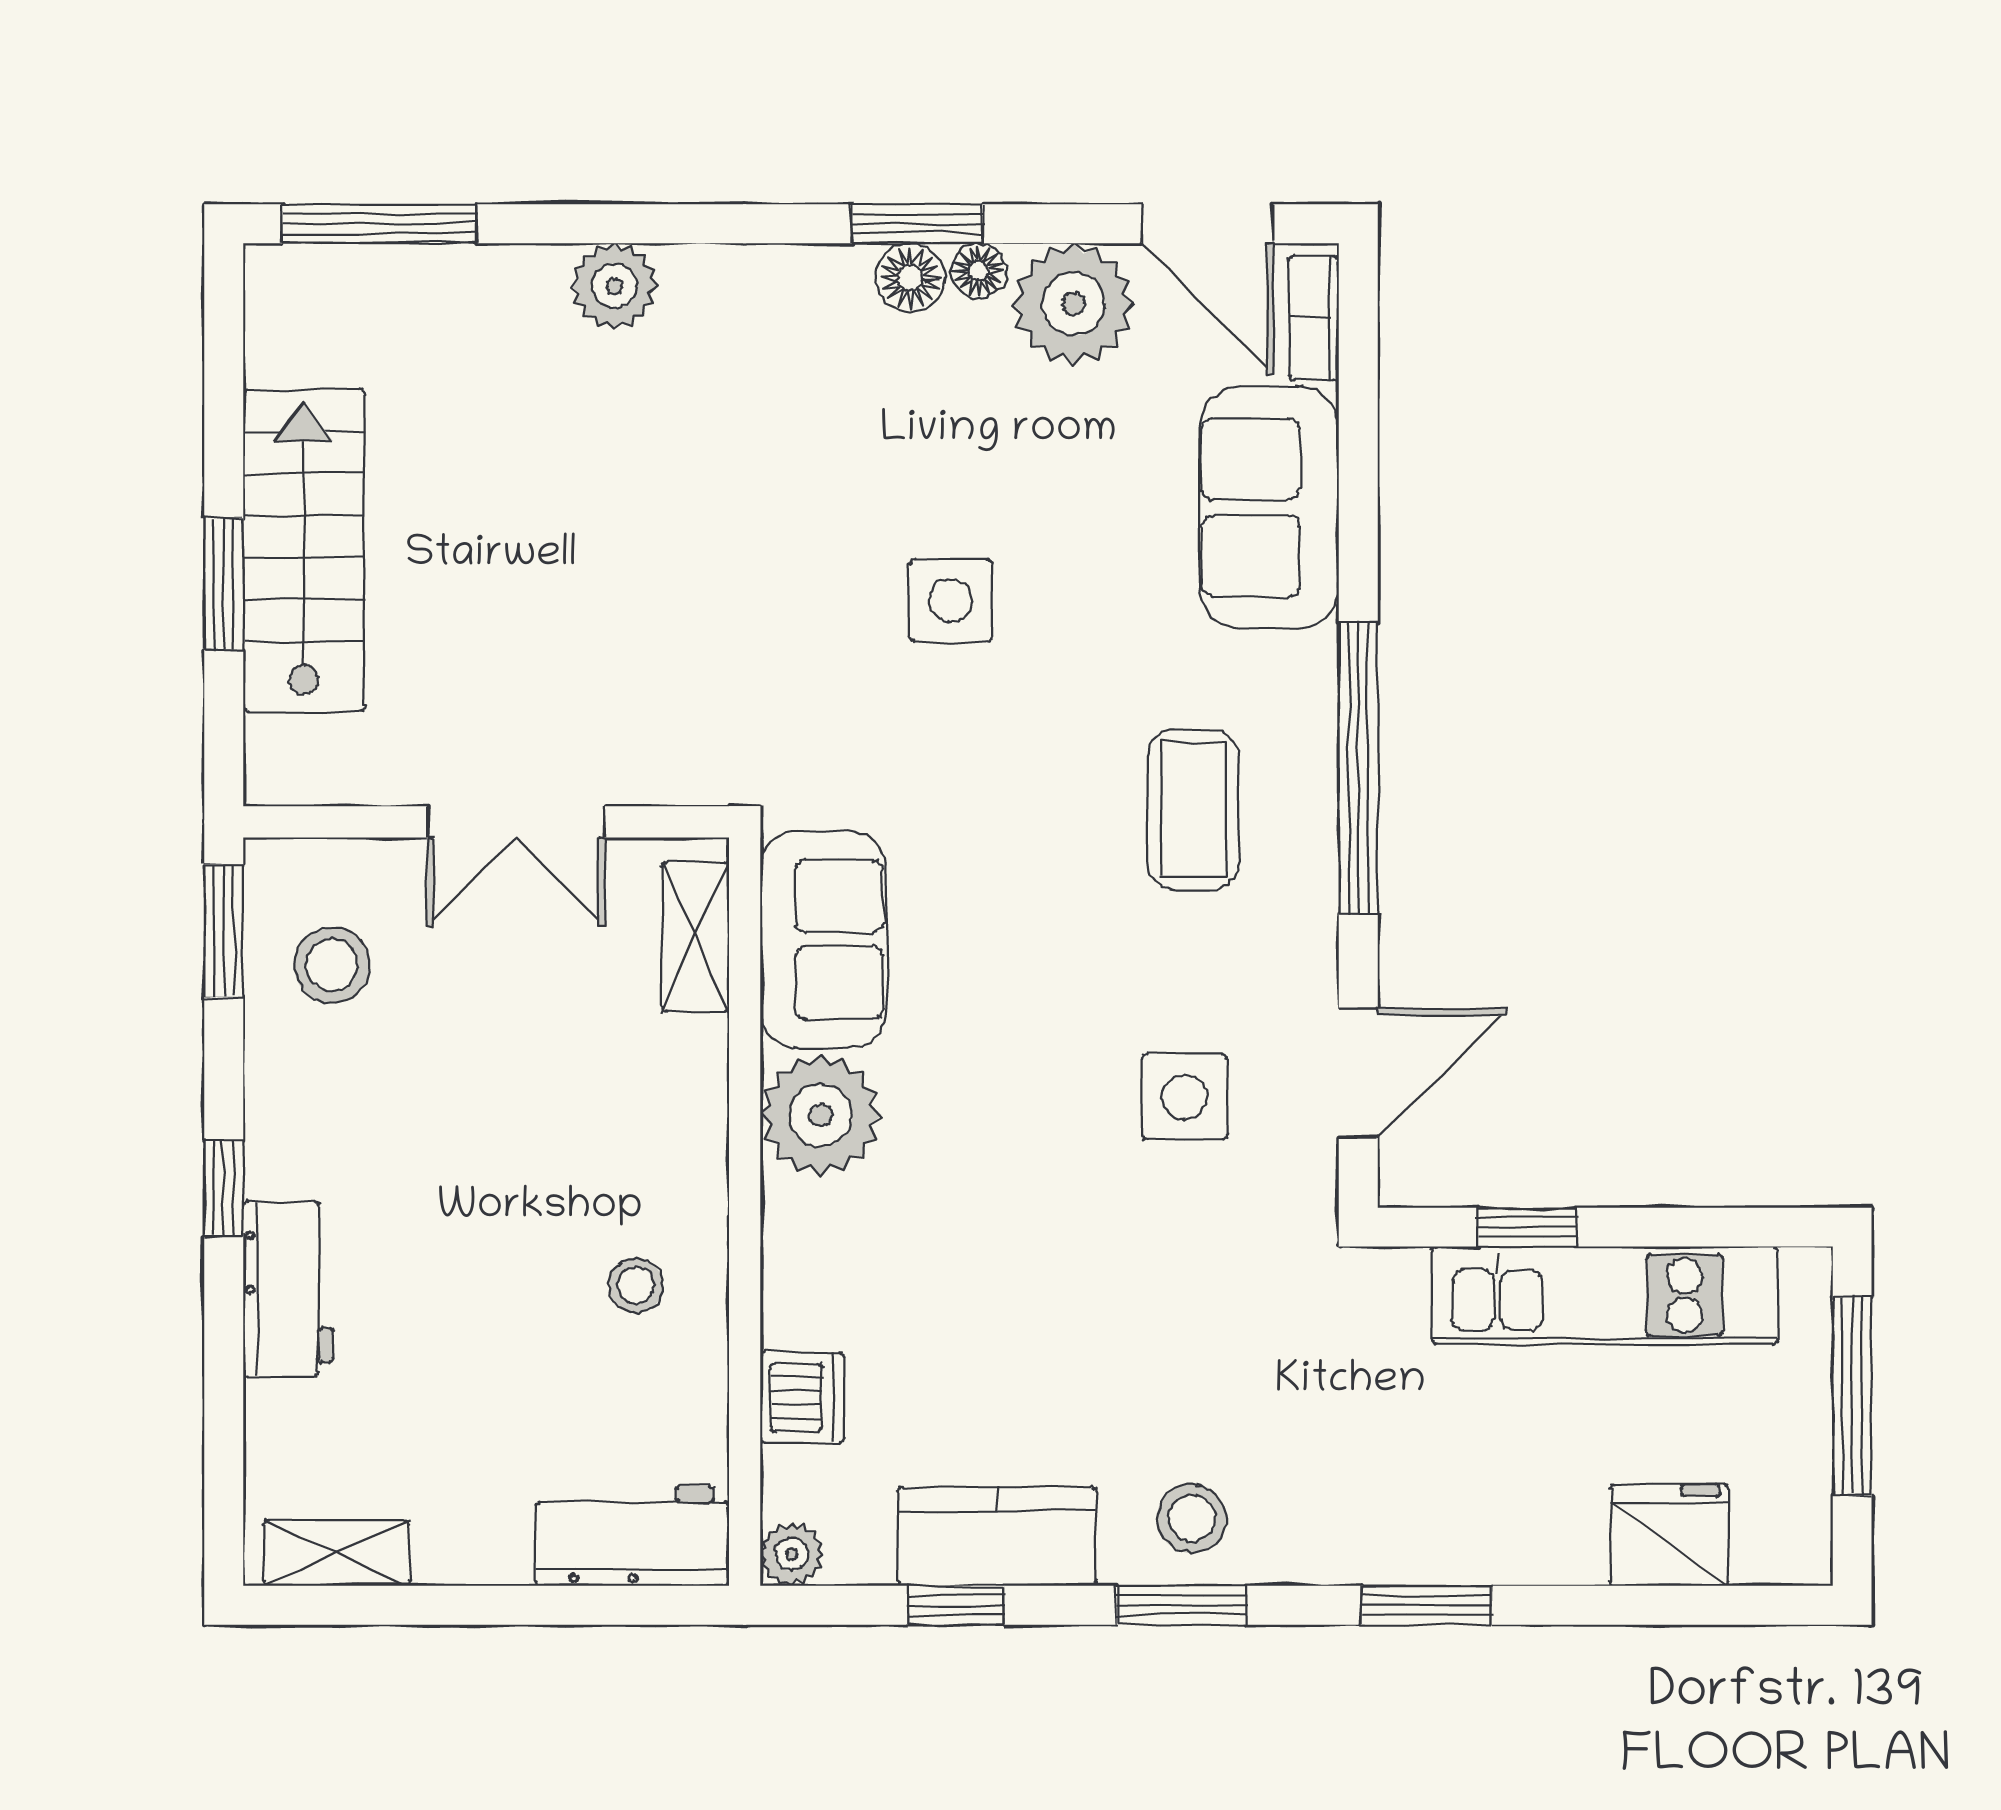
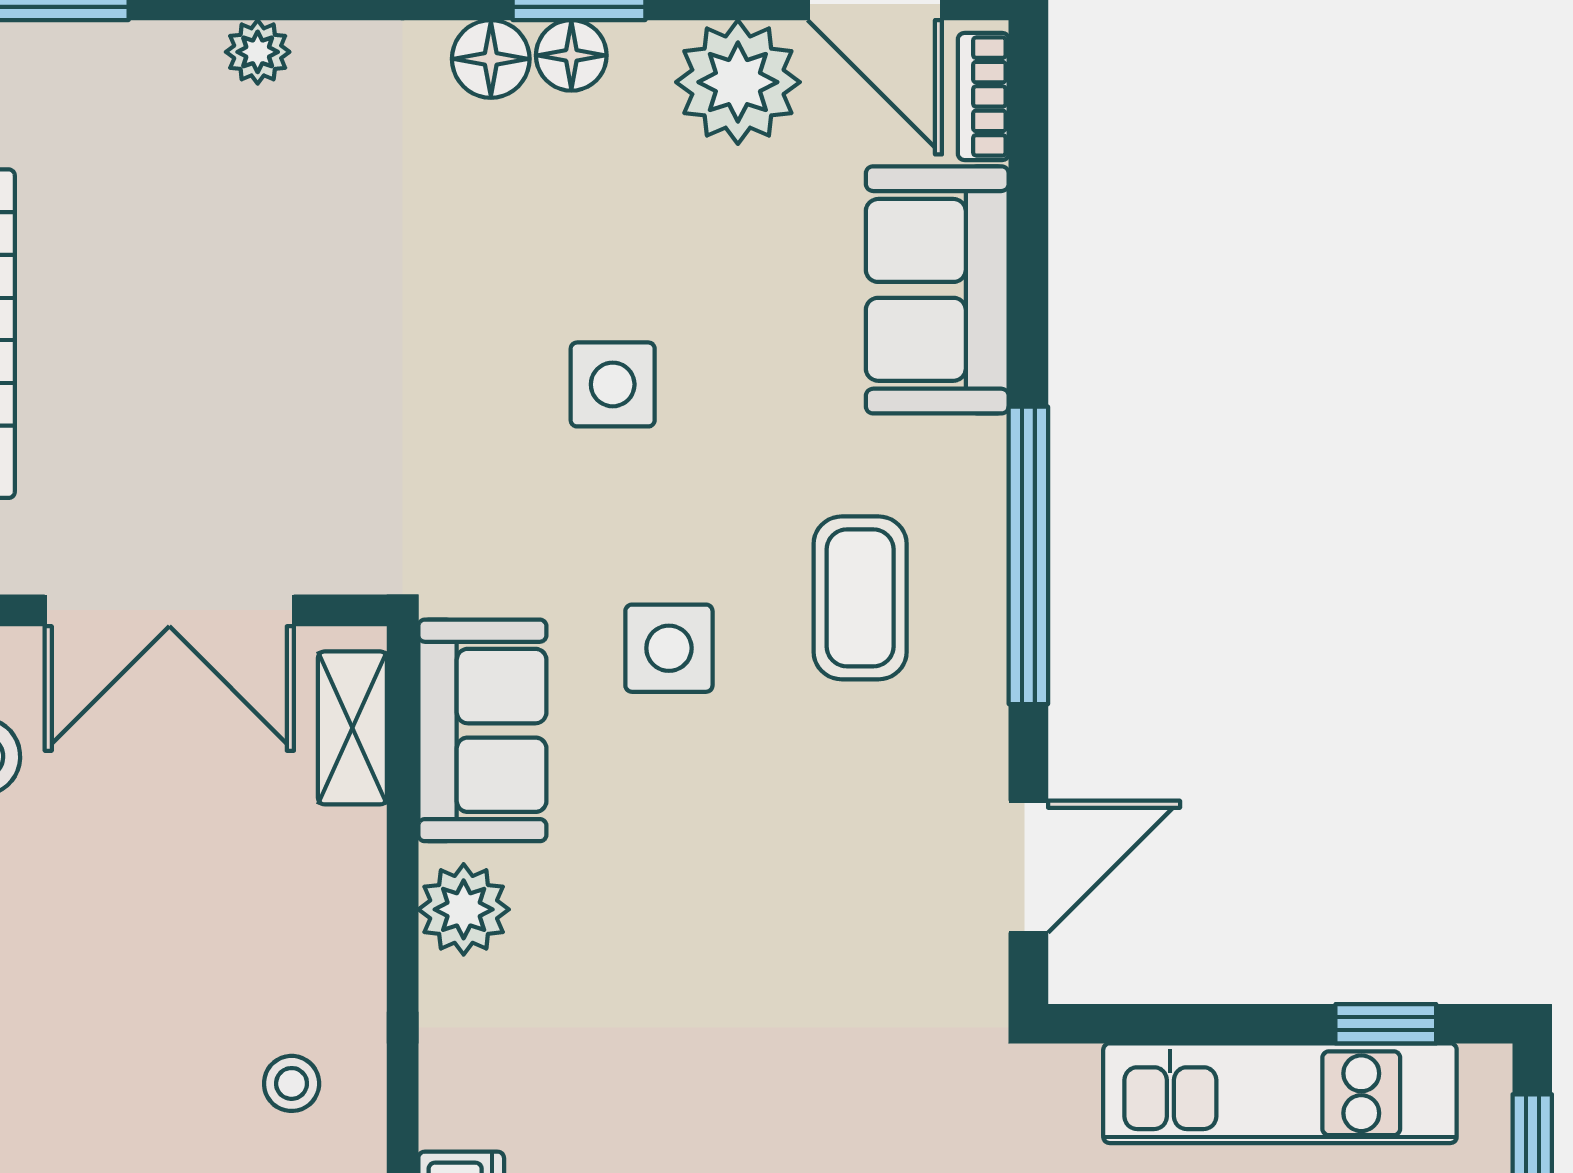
floor lamp: (979, 271) -> (491, 59), moved, width x1.37, depth x1.37
plant: (614, 286) -> (258, 52), width x0.73, depth x0.73
double door: (516, 822) -> (169, 610), width x1.37
side table: (1184, 1097) -> (669, 648), moved
plant: (821, 1115) -> (464, 909), width x0.73, depth x0.73
window: (1527, 1227) -> (1386, 1024), moved

